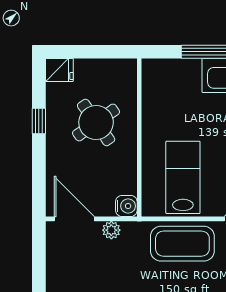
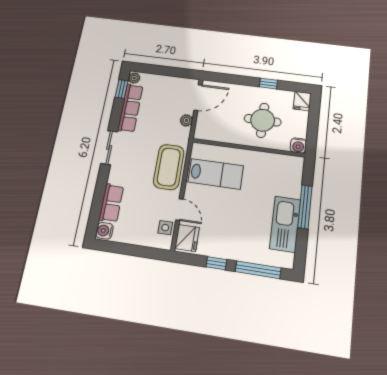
round table: (96, 123) -> (263, 120), turned 35
water cooler: (126, 206) -> (298, 146), moved

